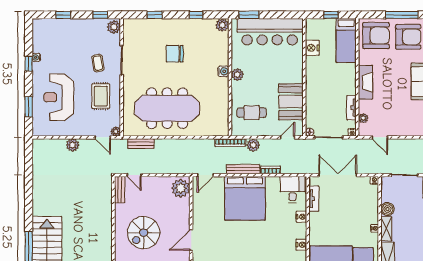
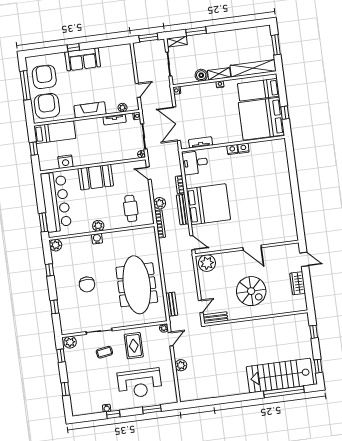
rug: (101, 96) -> (134, 346), turned 90
booth: (291, 102) -> (96, 177), moved
nightstand: (301, 217) -> (232, 150), moved

